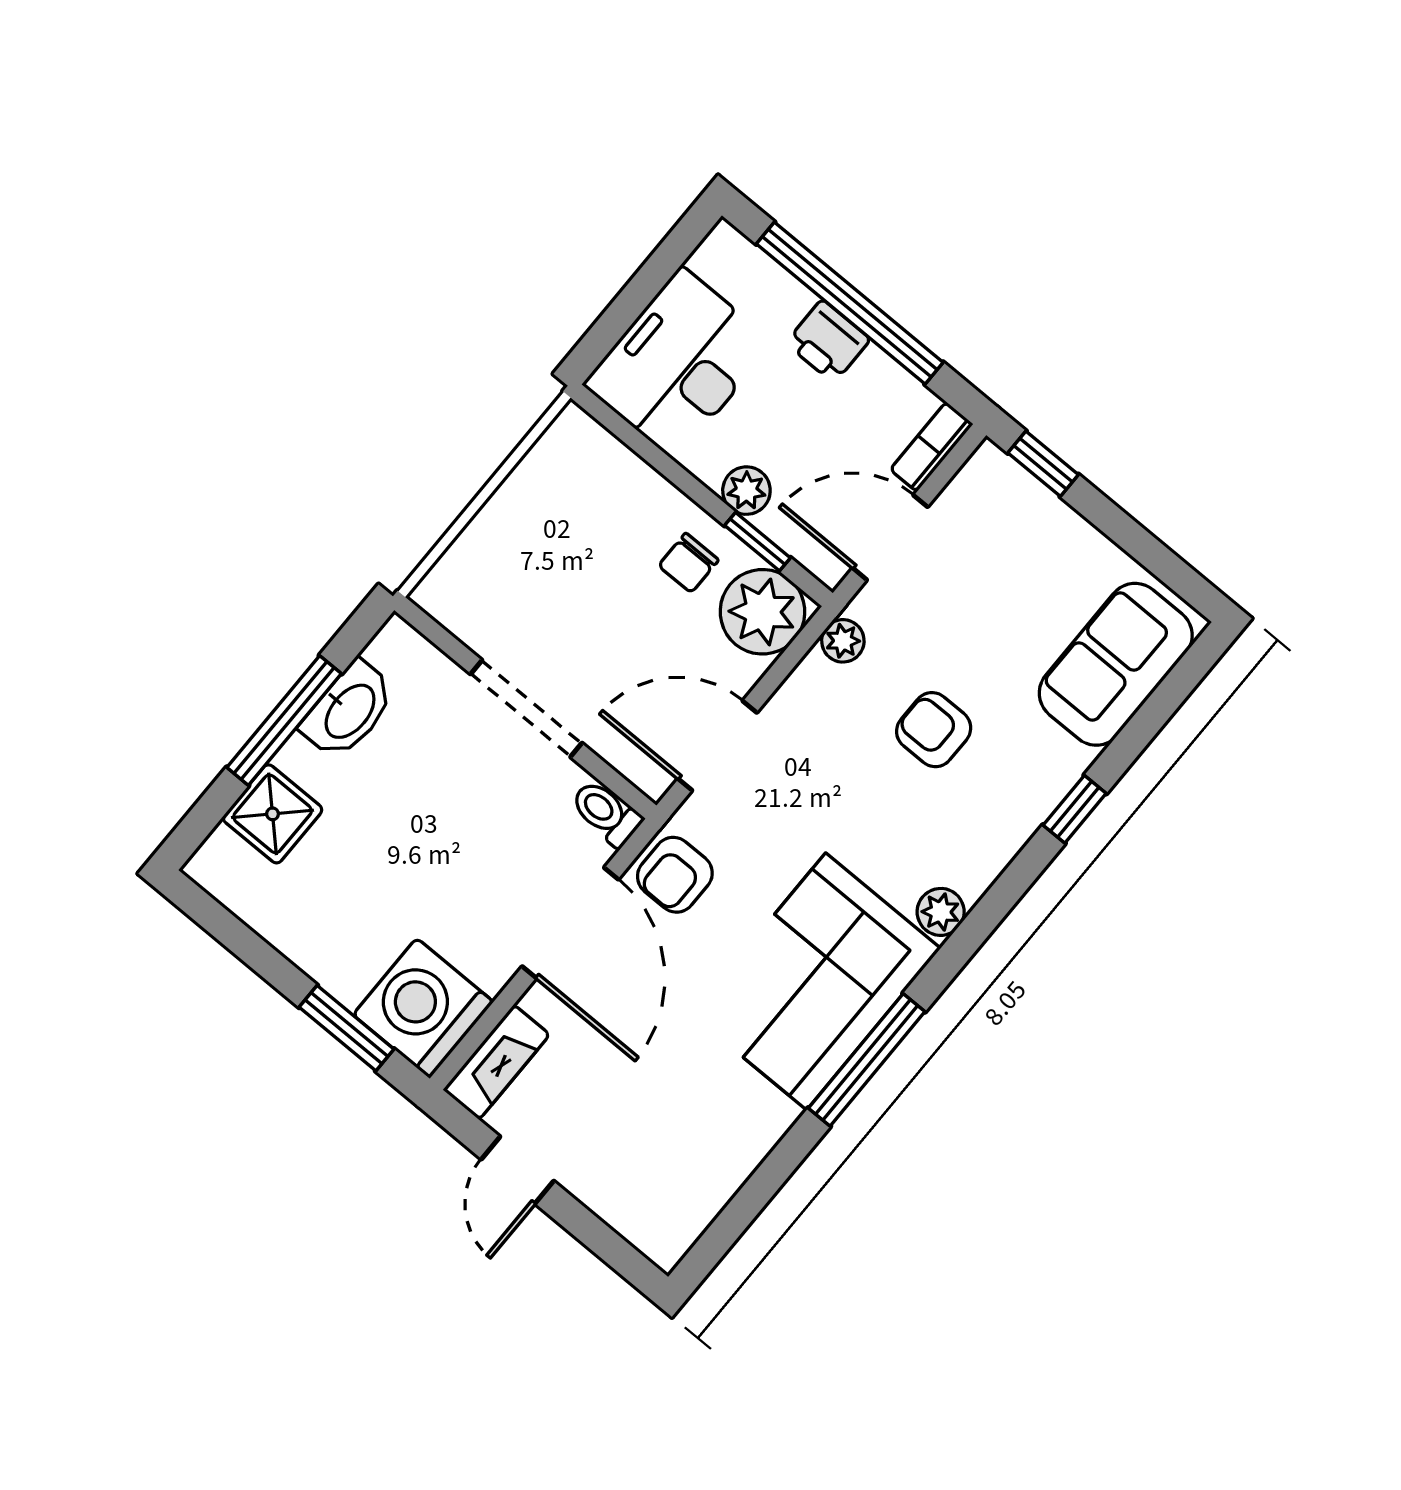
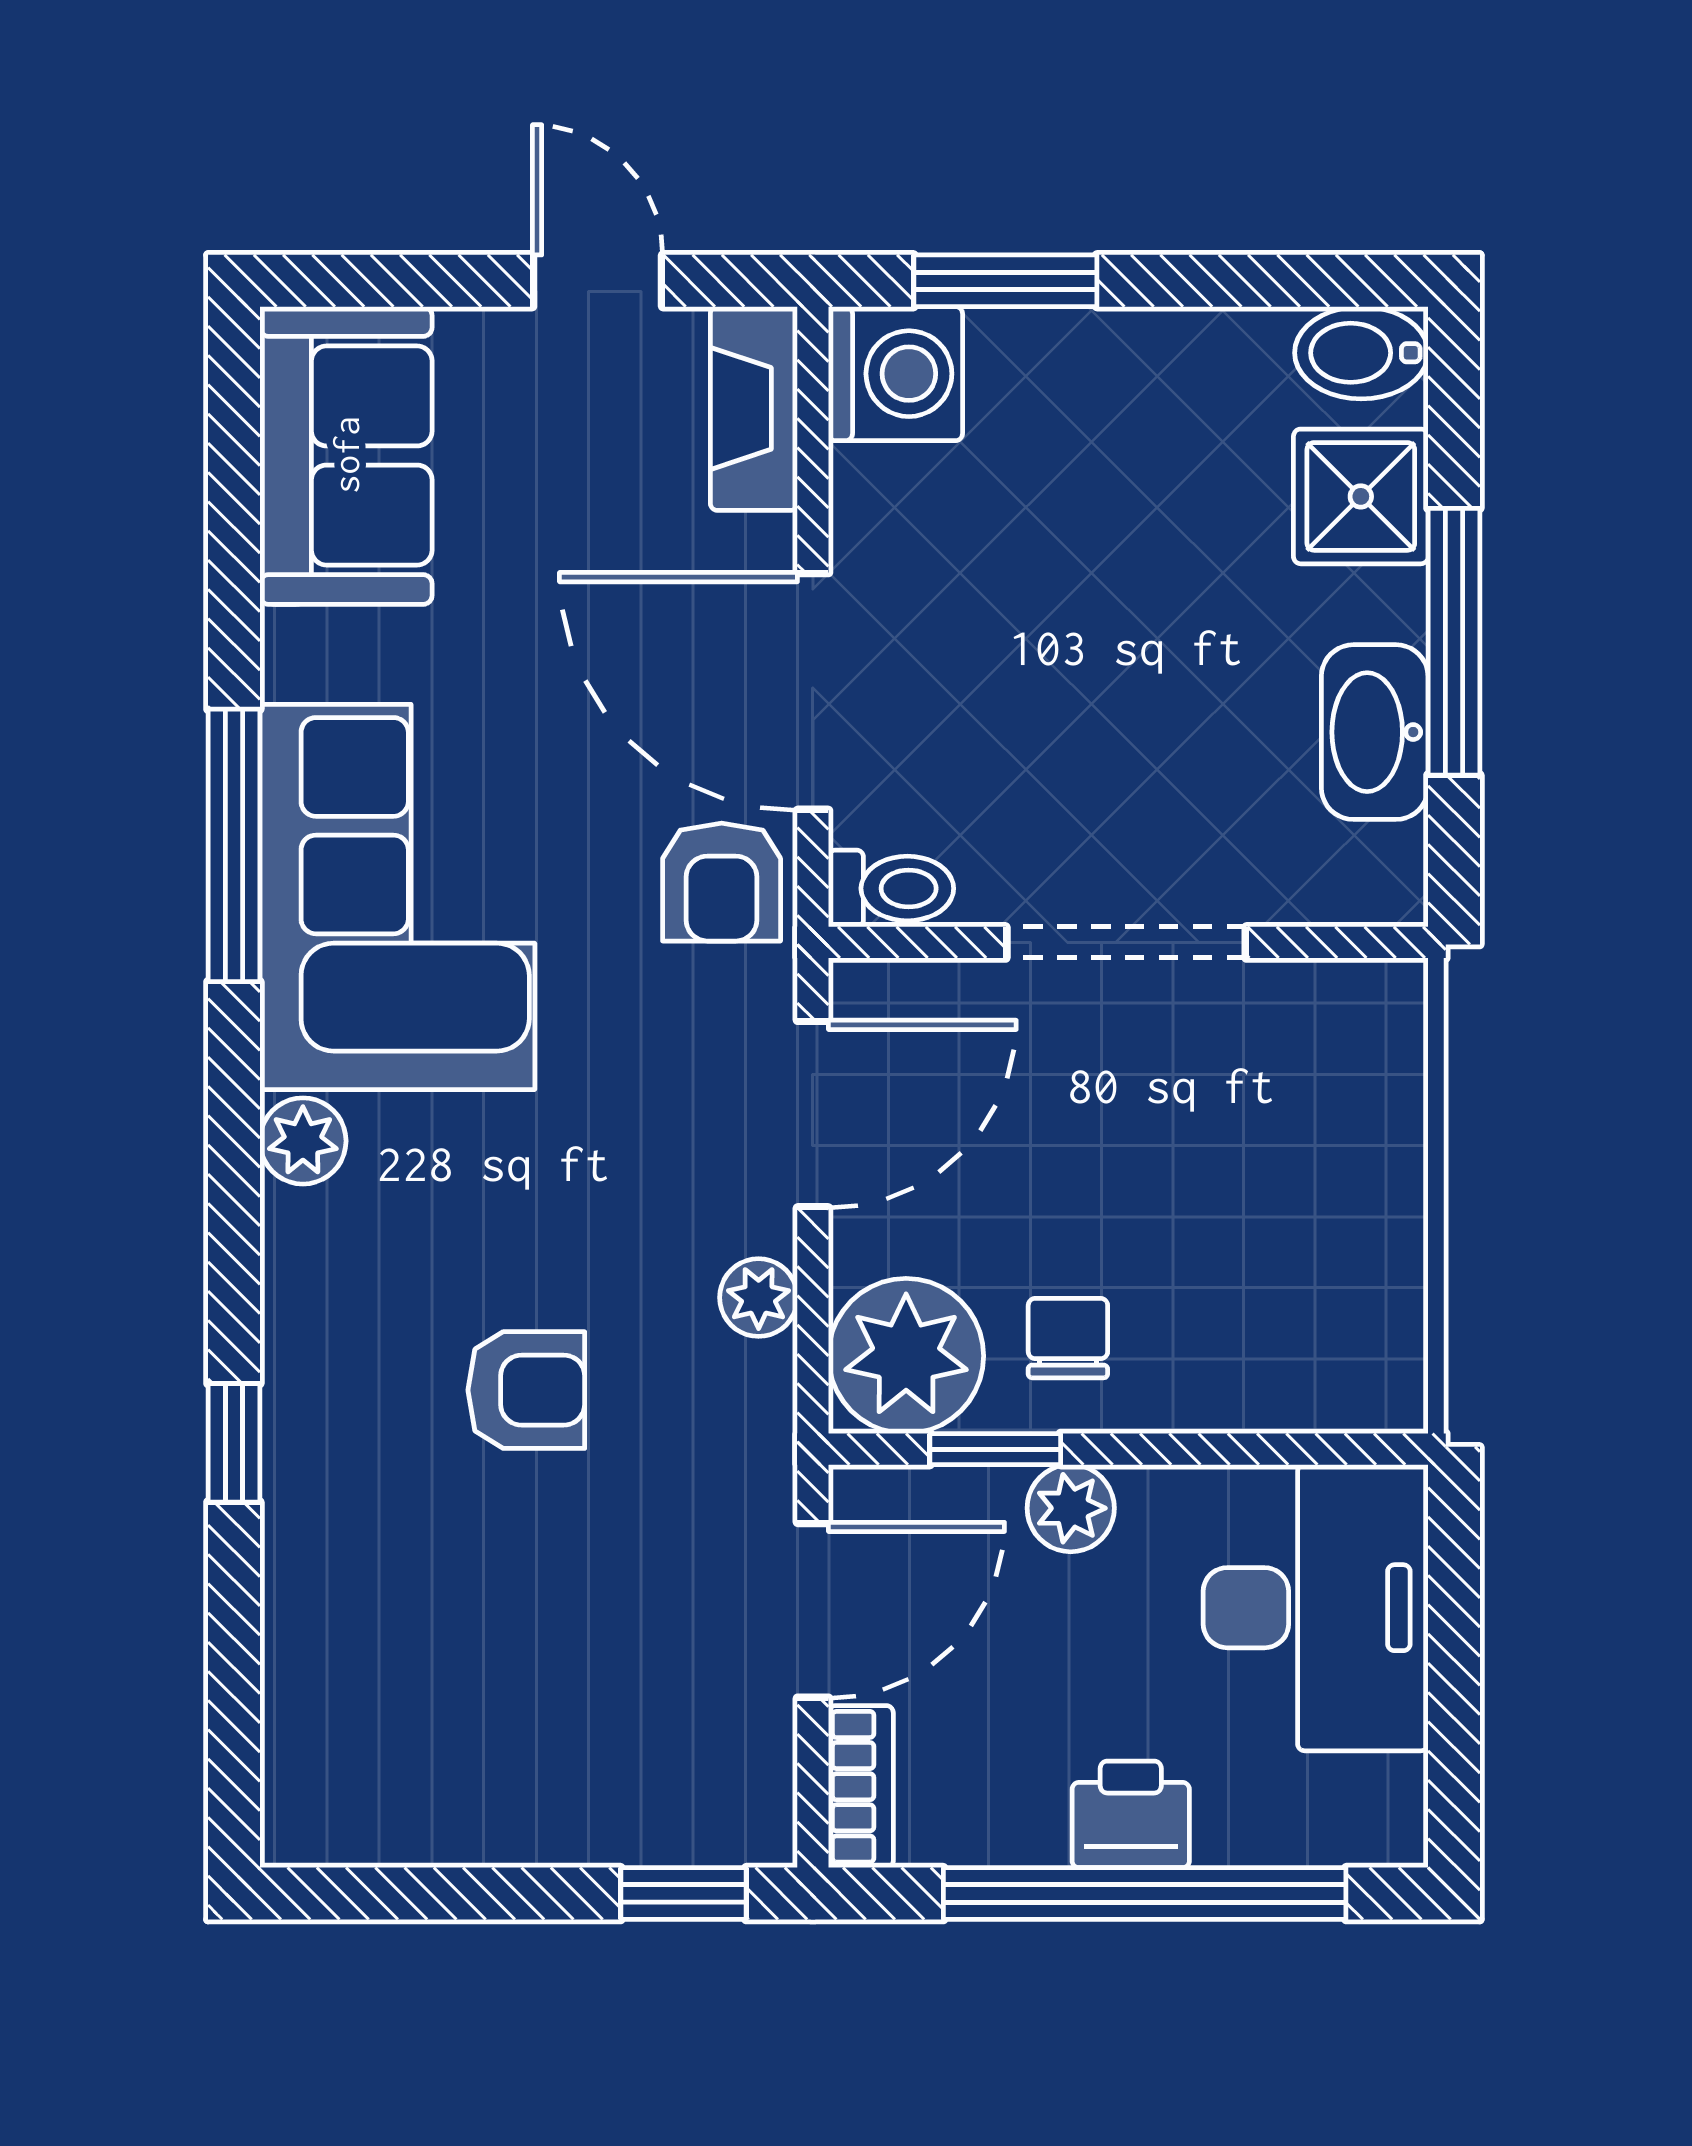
plant: (843, 641) -> (759, 1298), moved
sofa: (1116, 664) -> (346, 455), moved
bidet: (222, 874) -> (1361, 353), added
armchair: (675, 875) -> (722, 882), turned 180
washing machine: (423, 1008) -> (895, 374), width x0.73, depth x0.73

